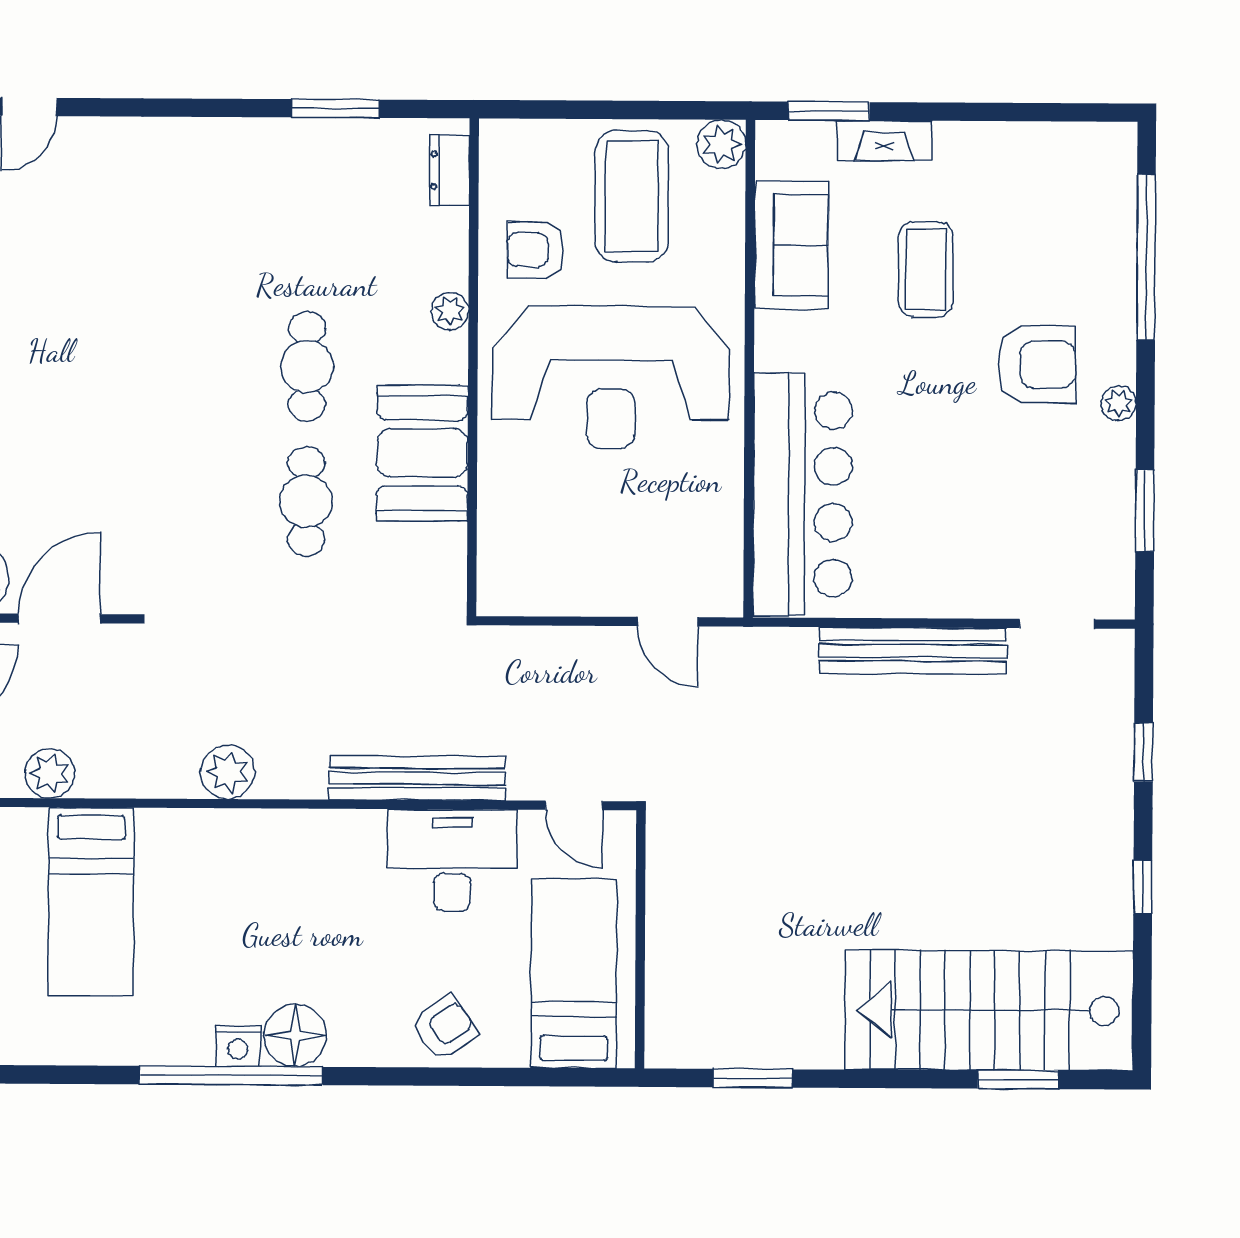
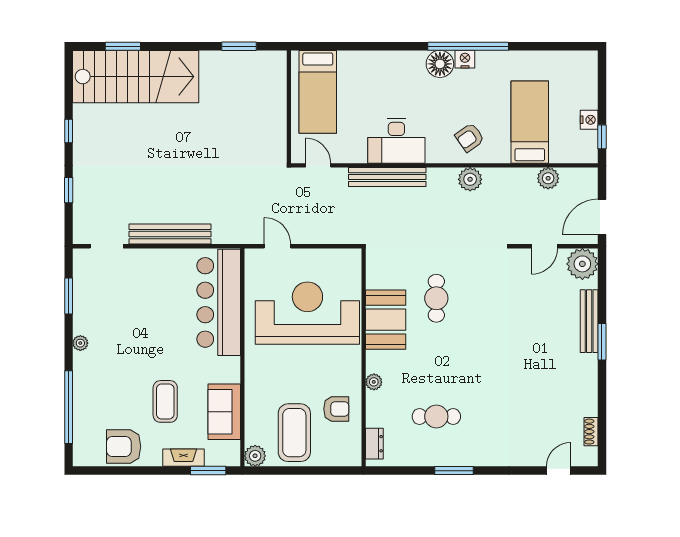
window: (336, 108) -> (454, 471), moved
armchair: (1037, 365) -> (124, 446), moved
cafe table: (307, 366) -> (436, 416), moved, turned 90
reception desk: (611, 377) -> (307, 313), moved
door: (59, 618) -> (544, 246), width x0.73
desk: (452, 860) -> (396, 141), moved
armchair: (445, 1028) -> (470, 137), moved

